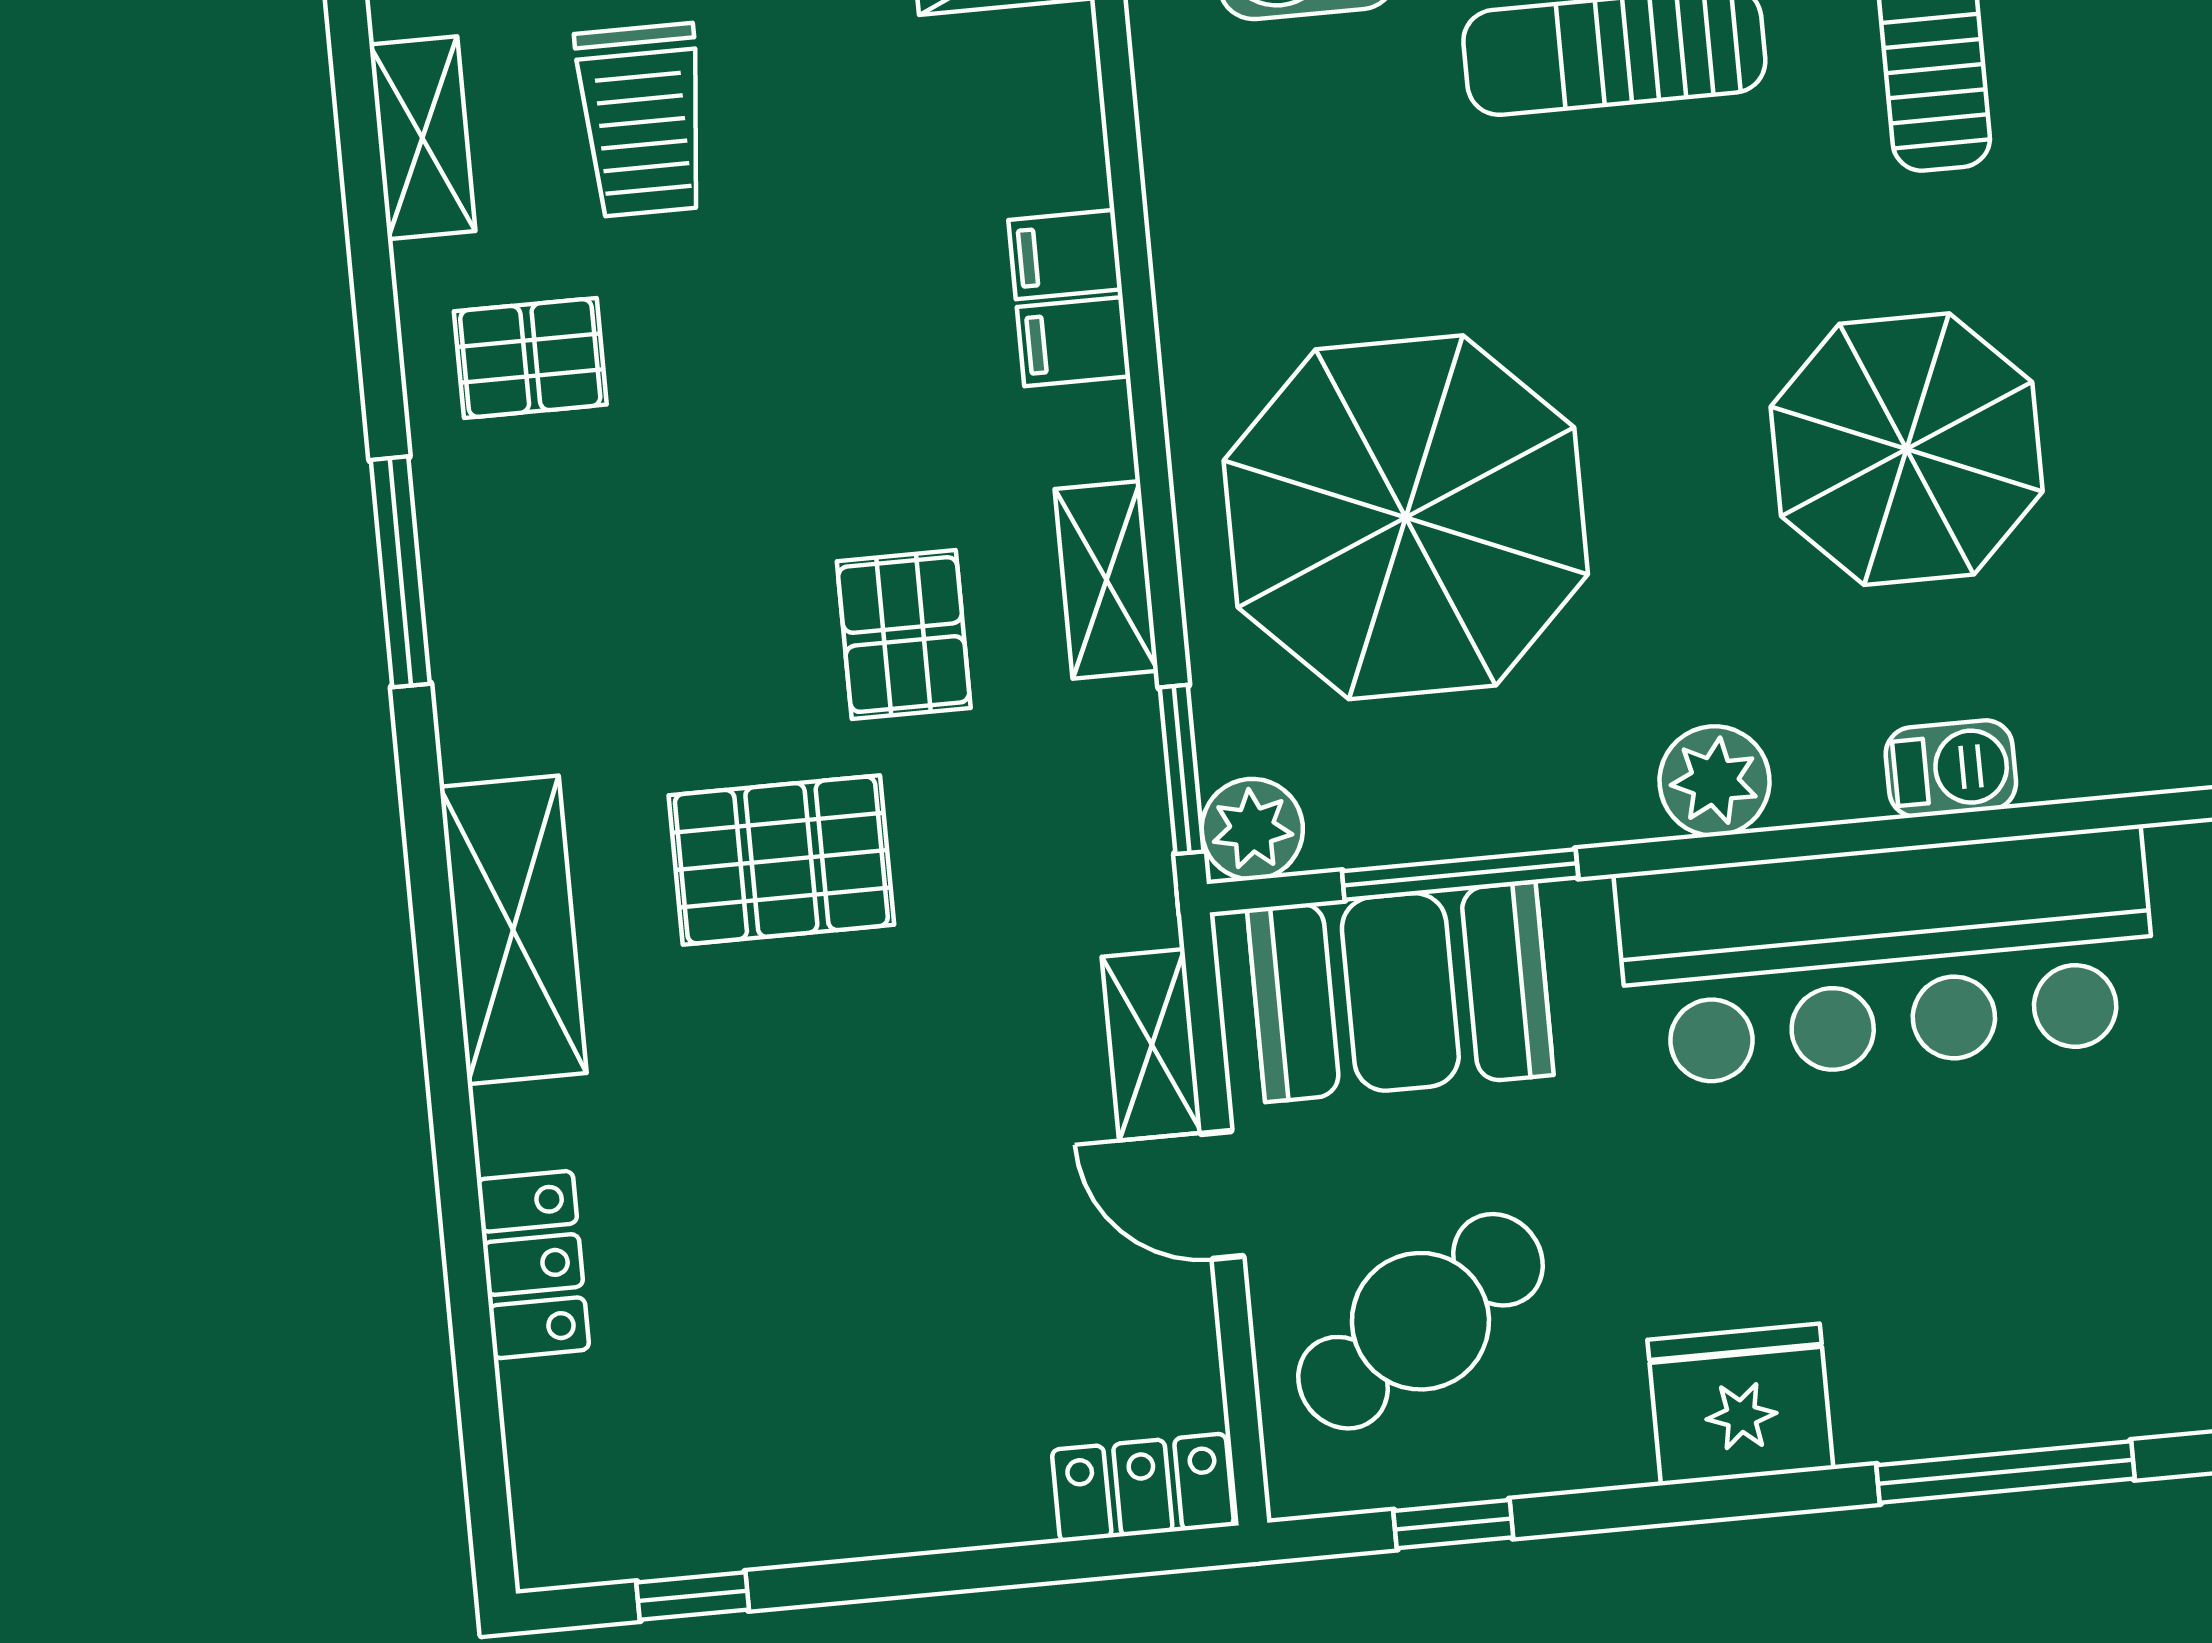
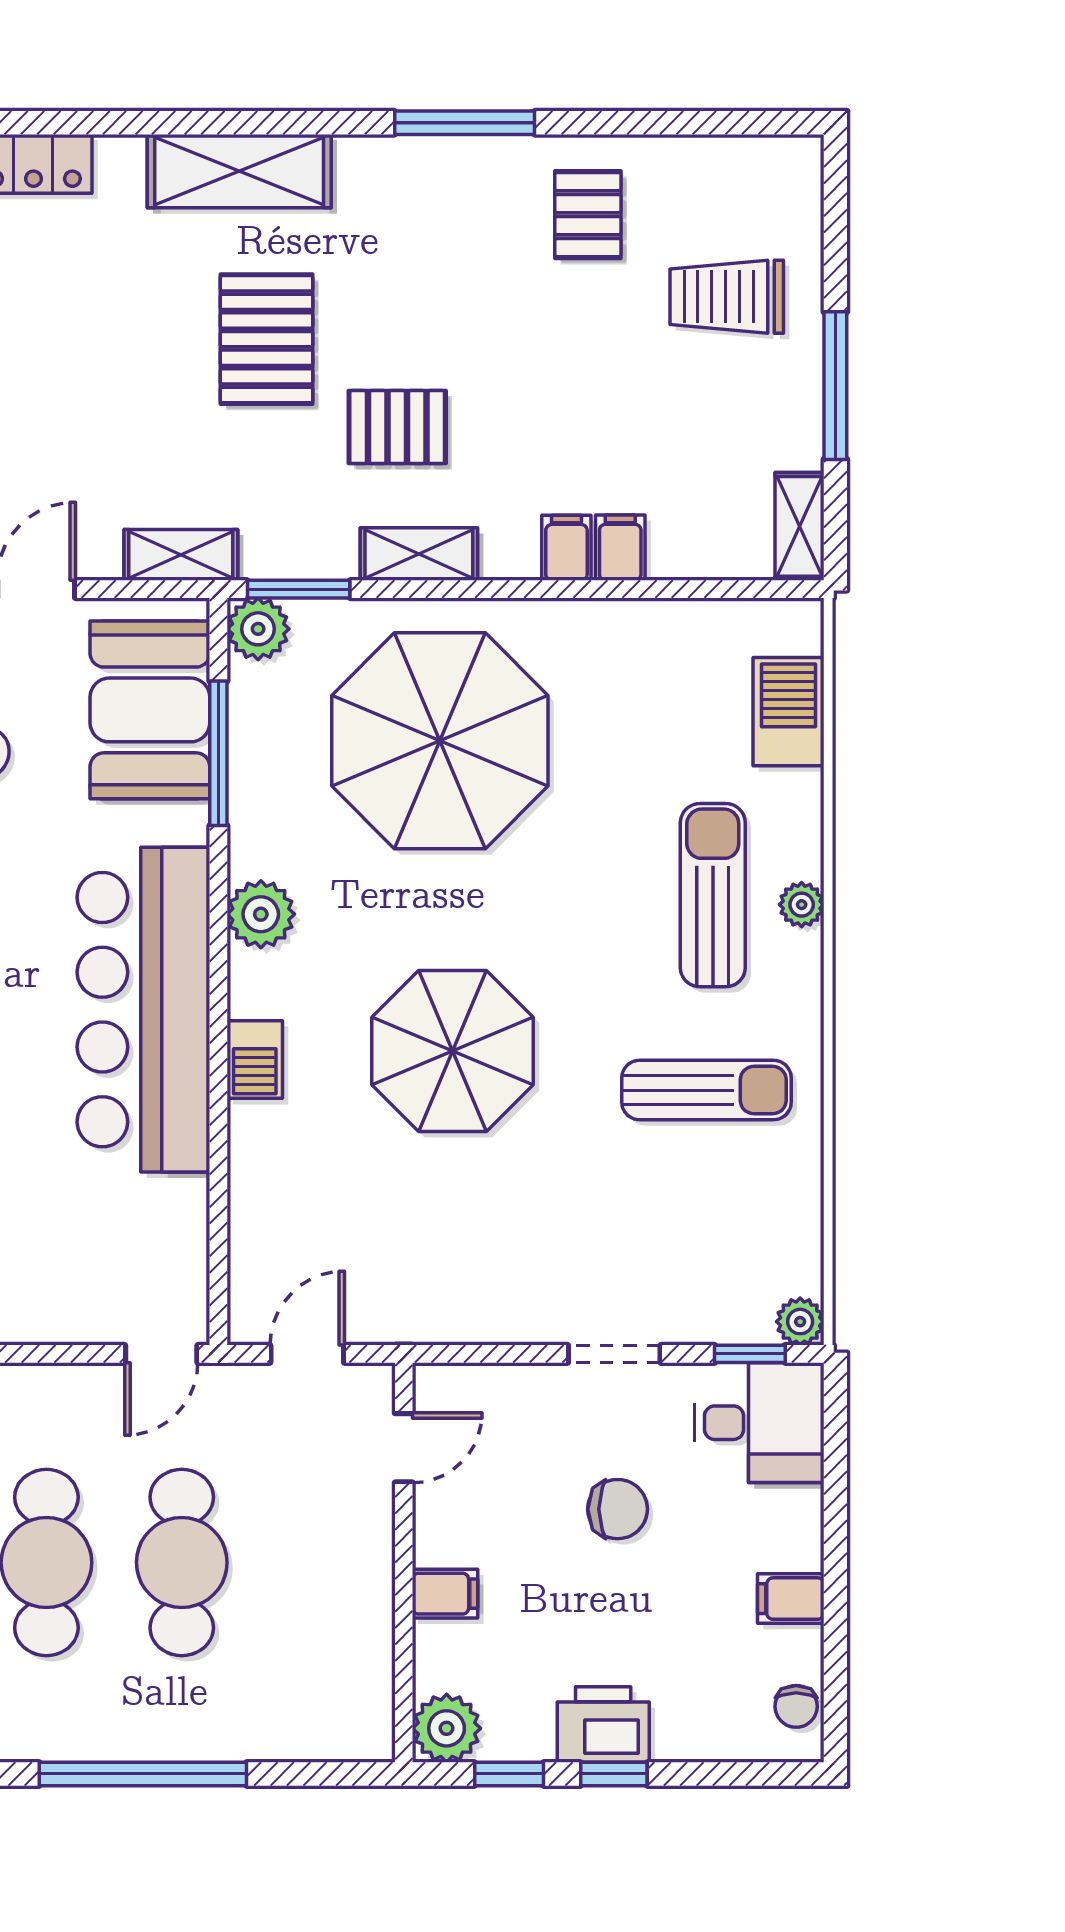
shelving: (422, 138) -> (729, 161), removed
shelving: (1152, 1045) -> (181, 555), moved

